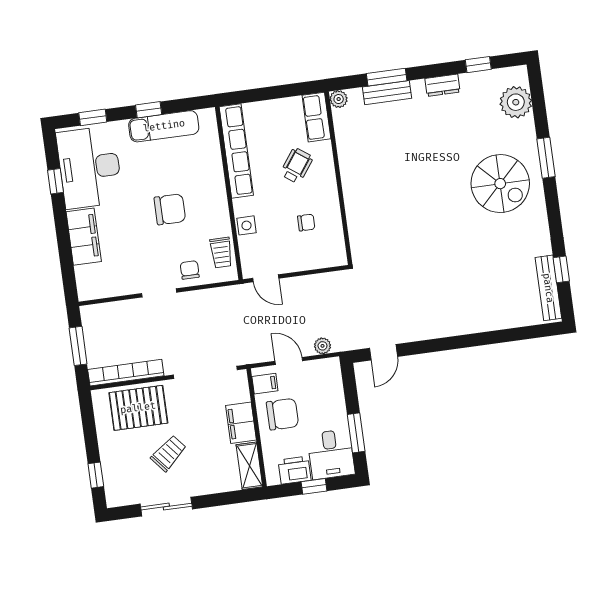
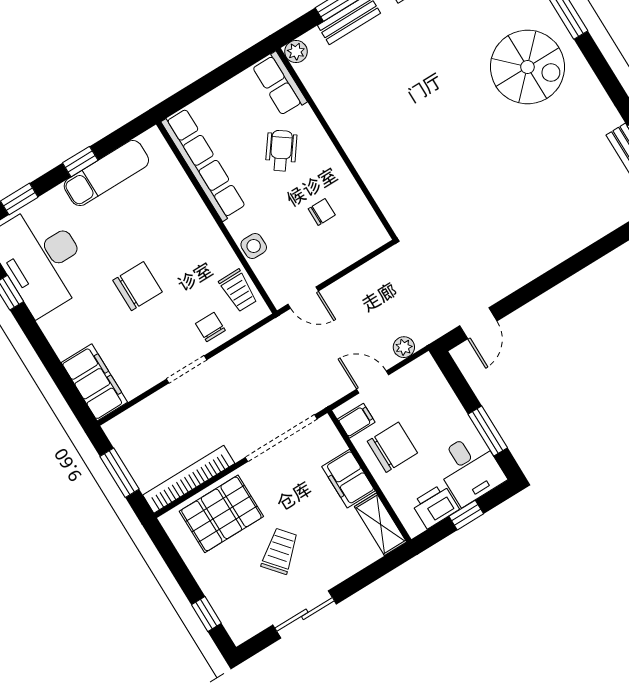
chair: (170, 209) -> (137, 286), moved
filing cabinet: (84, 237) -> (94, 382), moved

